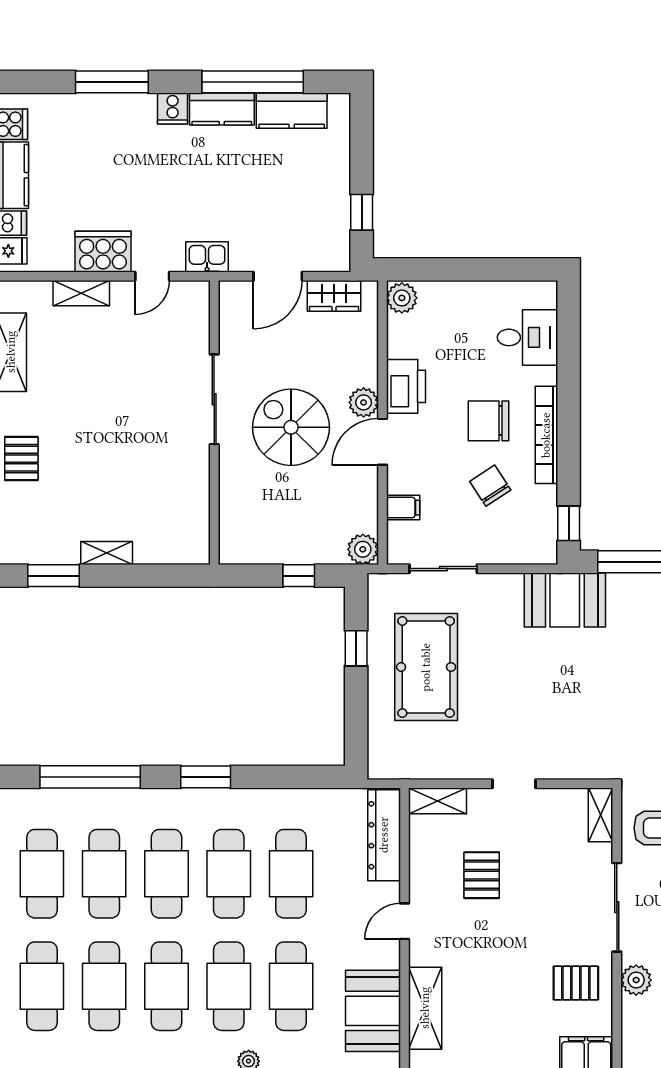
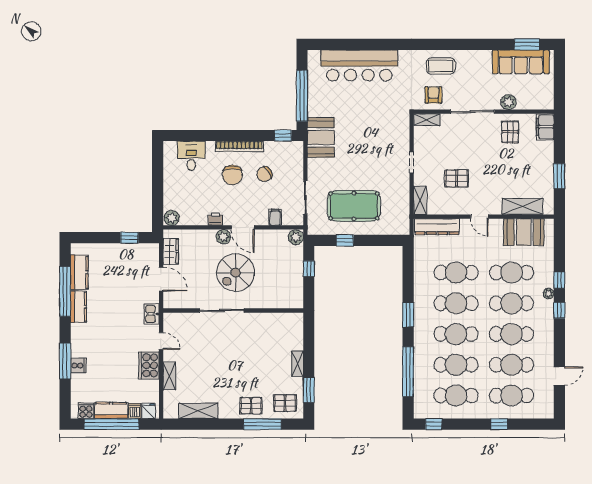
cooker: (173, 109) -> (78, 366), moved
printer: (406, 386) -> (215, 219), width x0.53, depth x0.68
pallet: (27, 528) -> (285, 403), added

